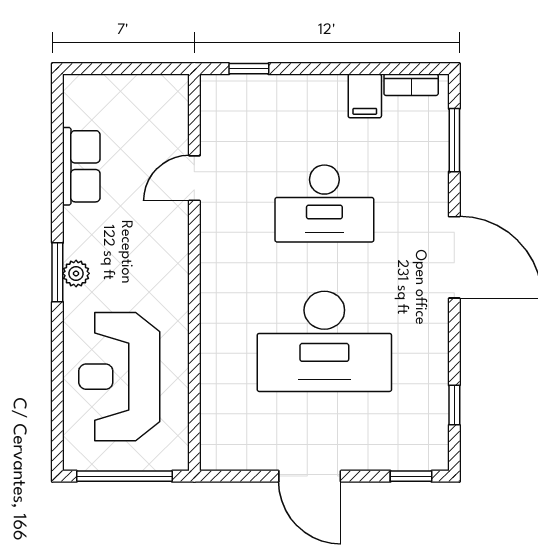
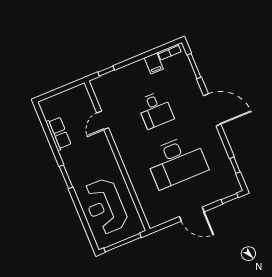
desk: (324, 204) -> (155, 110), width x0.73
plant: (76, 273) -> (73, 174), removed

